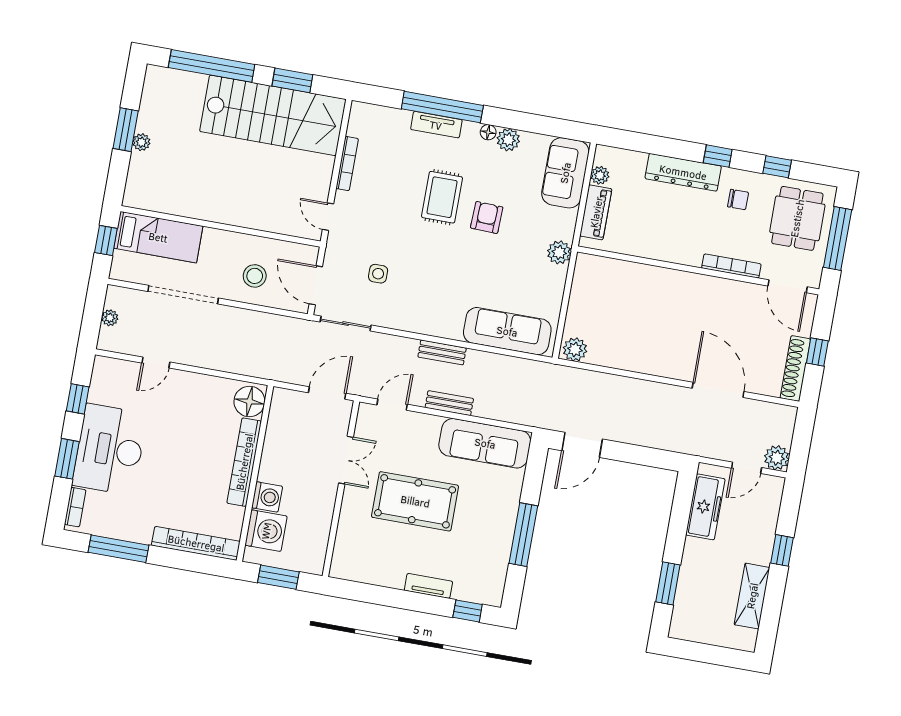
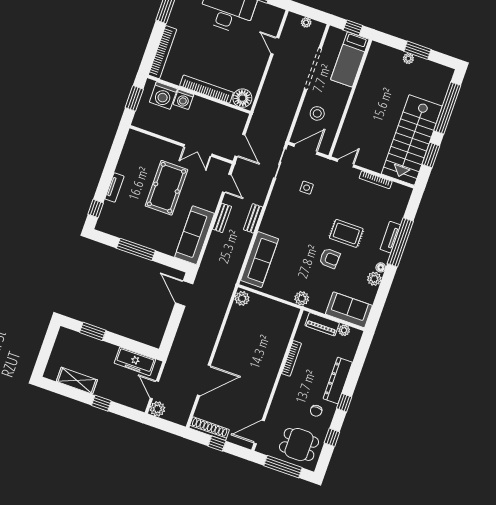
bookcase: (731, 266) -> (291, 358), moved

